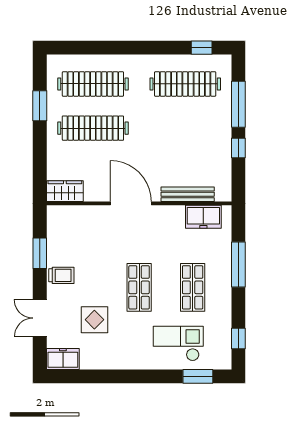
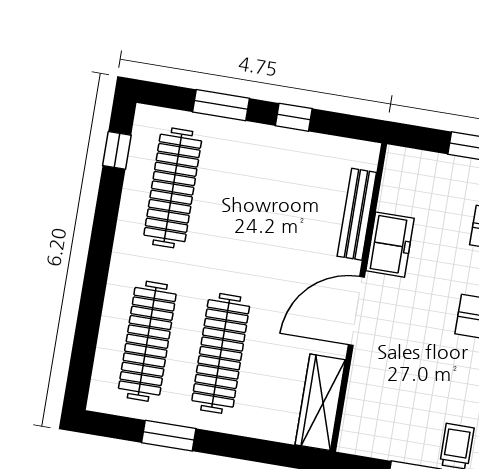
window: (238, 104) -> (221, 105), width x0.69
wardrobe: (65, 191) -> (320, 402), width x1.50
freezer: (203, 217) -> (390, 245), moved

